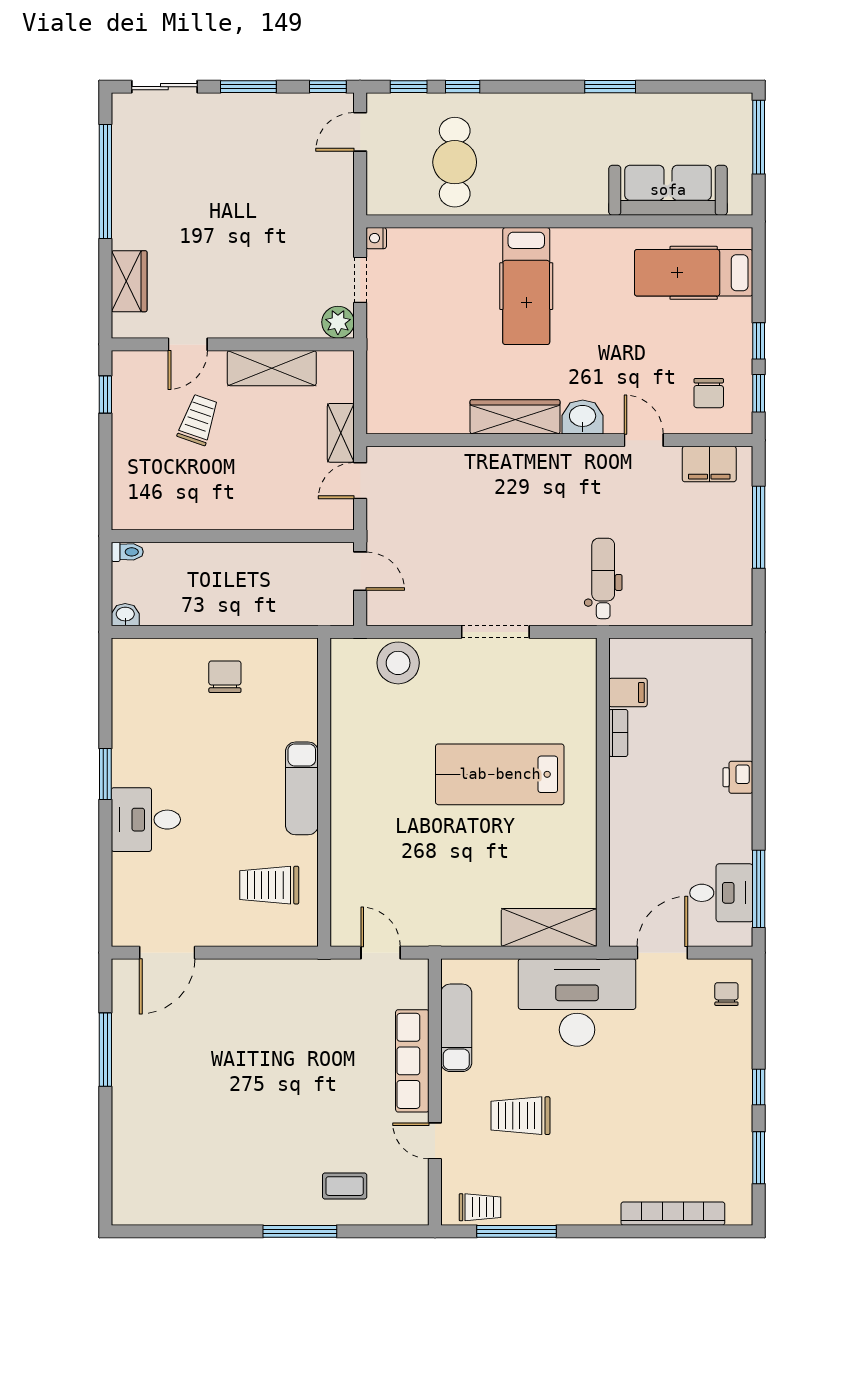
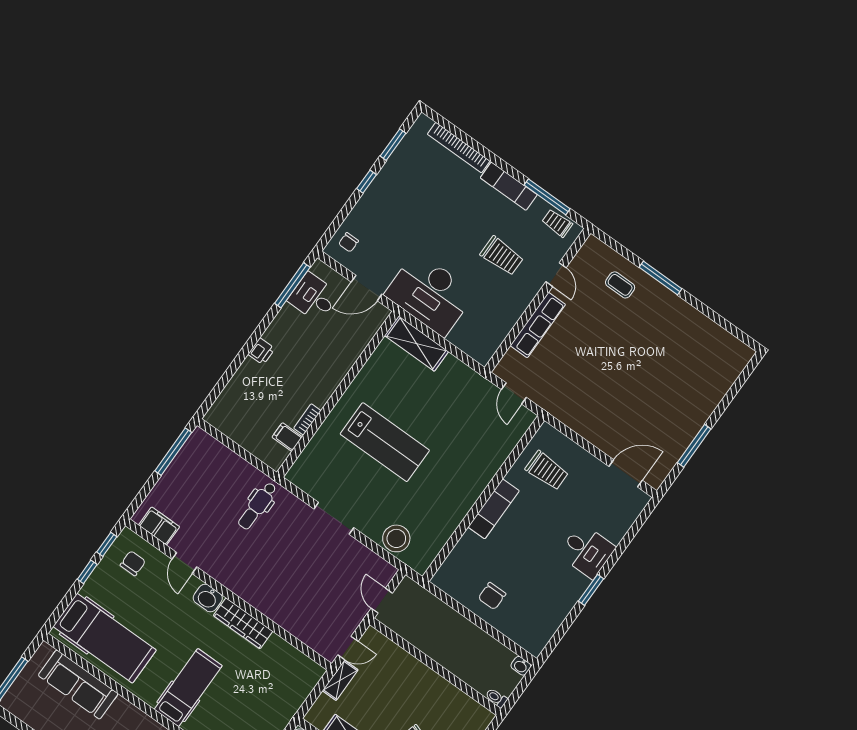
hospital bed: (694, 273) -> (105, 638), width x1.37, depth x1.29
window: (759, 527) -> (173, 452), moved
exam couch: (456, 1028) -> (509, 186), moved, turned -90

